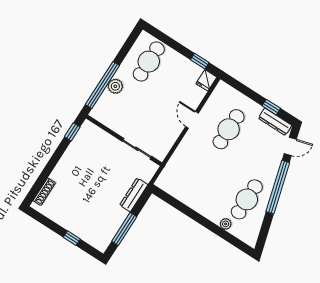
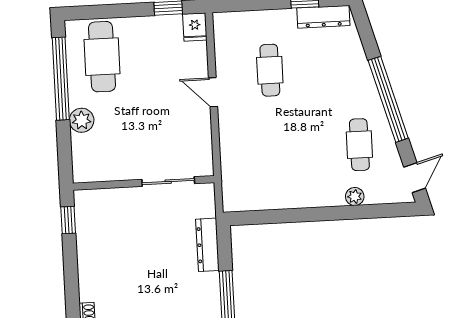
window: (102, 85) -> (61, 79), moved
cafe table: (229, 129) -> (270, 70), width x0.73, depth x0.74
door: (290, 146) -> (415, 178), moved
cafe table: (247, 199) -> (359, 145), width x0.73, depth x0.74

